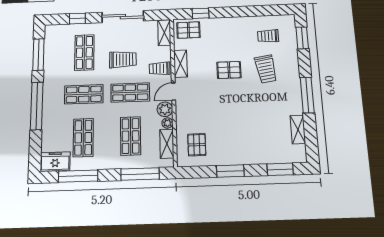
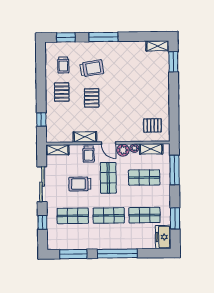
pallet: (188, 30) -> (62, 92), moved
trolley: (123, 59) -> (80, 184), turned -90
shop shelf: (84, 94) -> (109, 215), turned 90
window: (307, 95) -> (103, 37), moved
shelving: (298, 130) -> (157, 46), moved
window: (230, 171) -> (174, 100), removed
window: (78, 176) -> (175, 218), width x0.69

